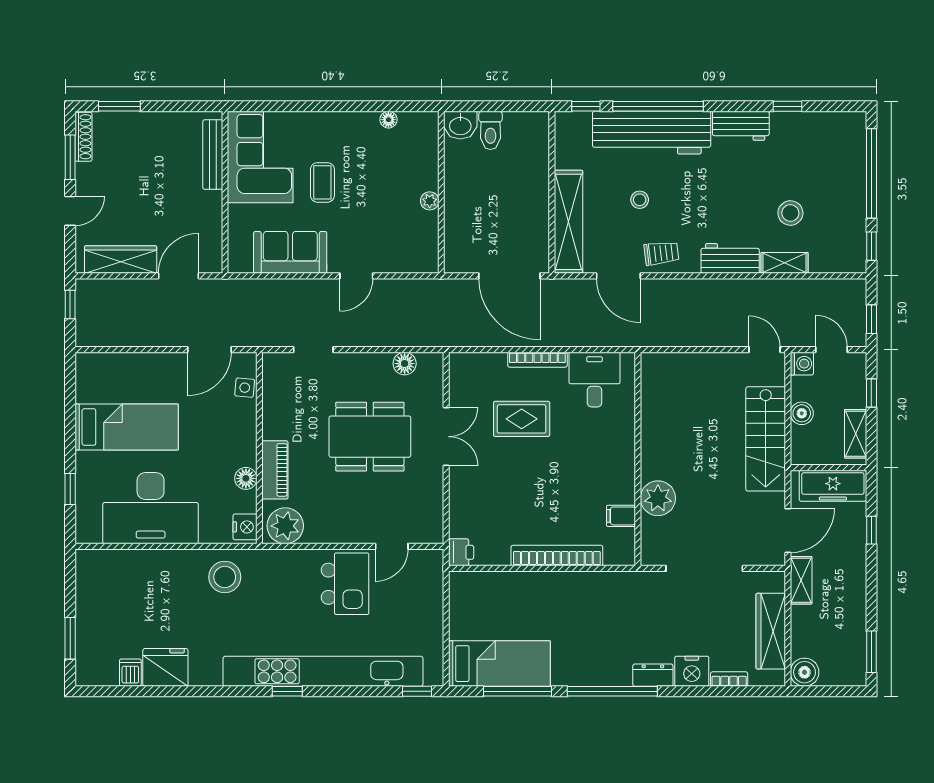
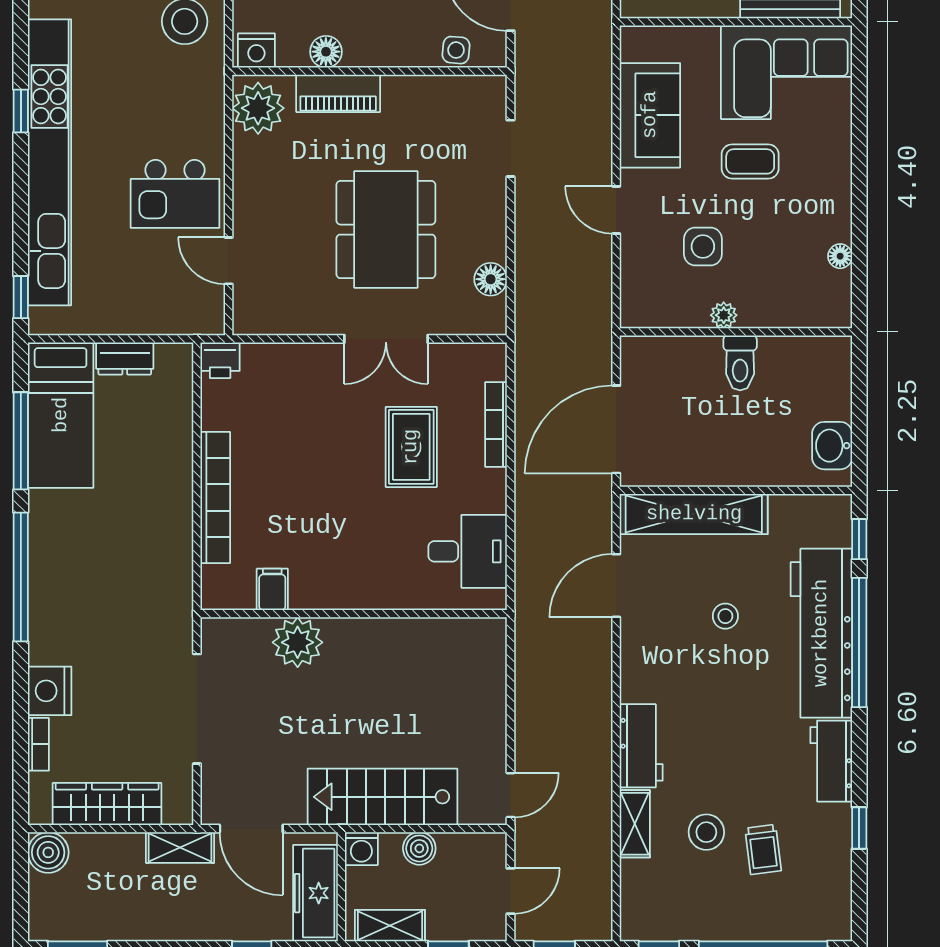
washbasin: (460, 125) -> (832, 446), moved
toilet: (490, 130) -> (740, 363), moved, turned -90
side table: (382, 215) -> (703, 246), added
trolley: (661, 253) -> (763, 849), moved
bookcase: (537, 360) -> (496, 425), moved
washing machine: (802, 364) -> (361, 849), moved
dresser: (653, 675) -> (125, 358), moved, turned 90

